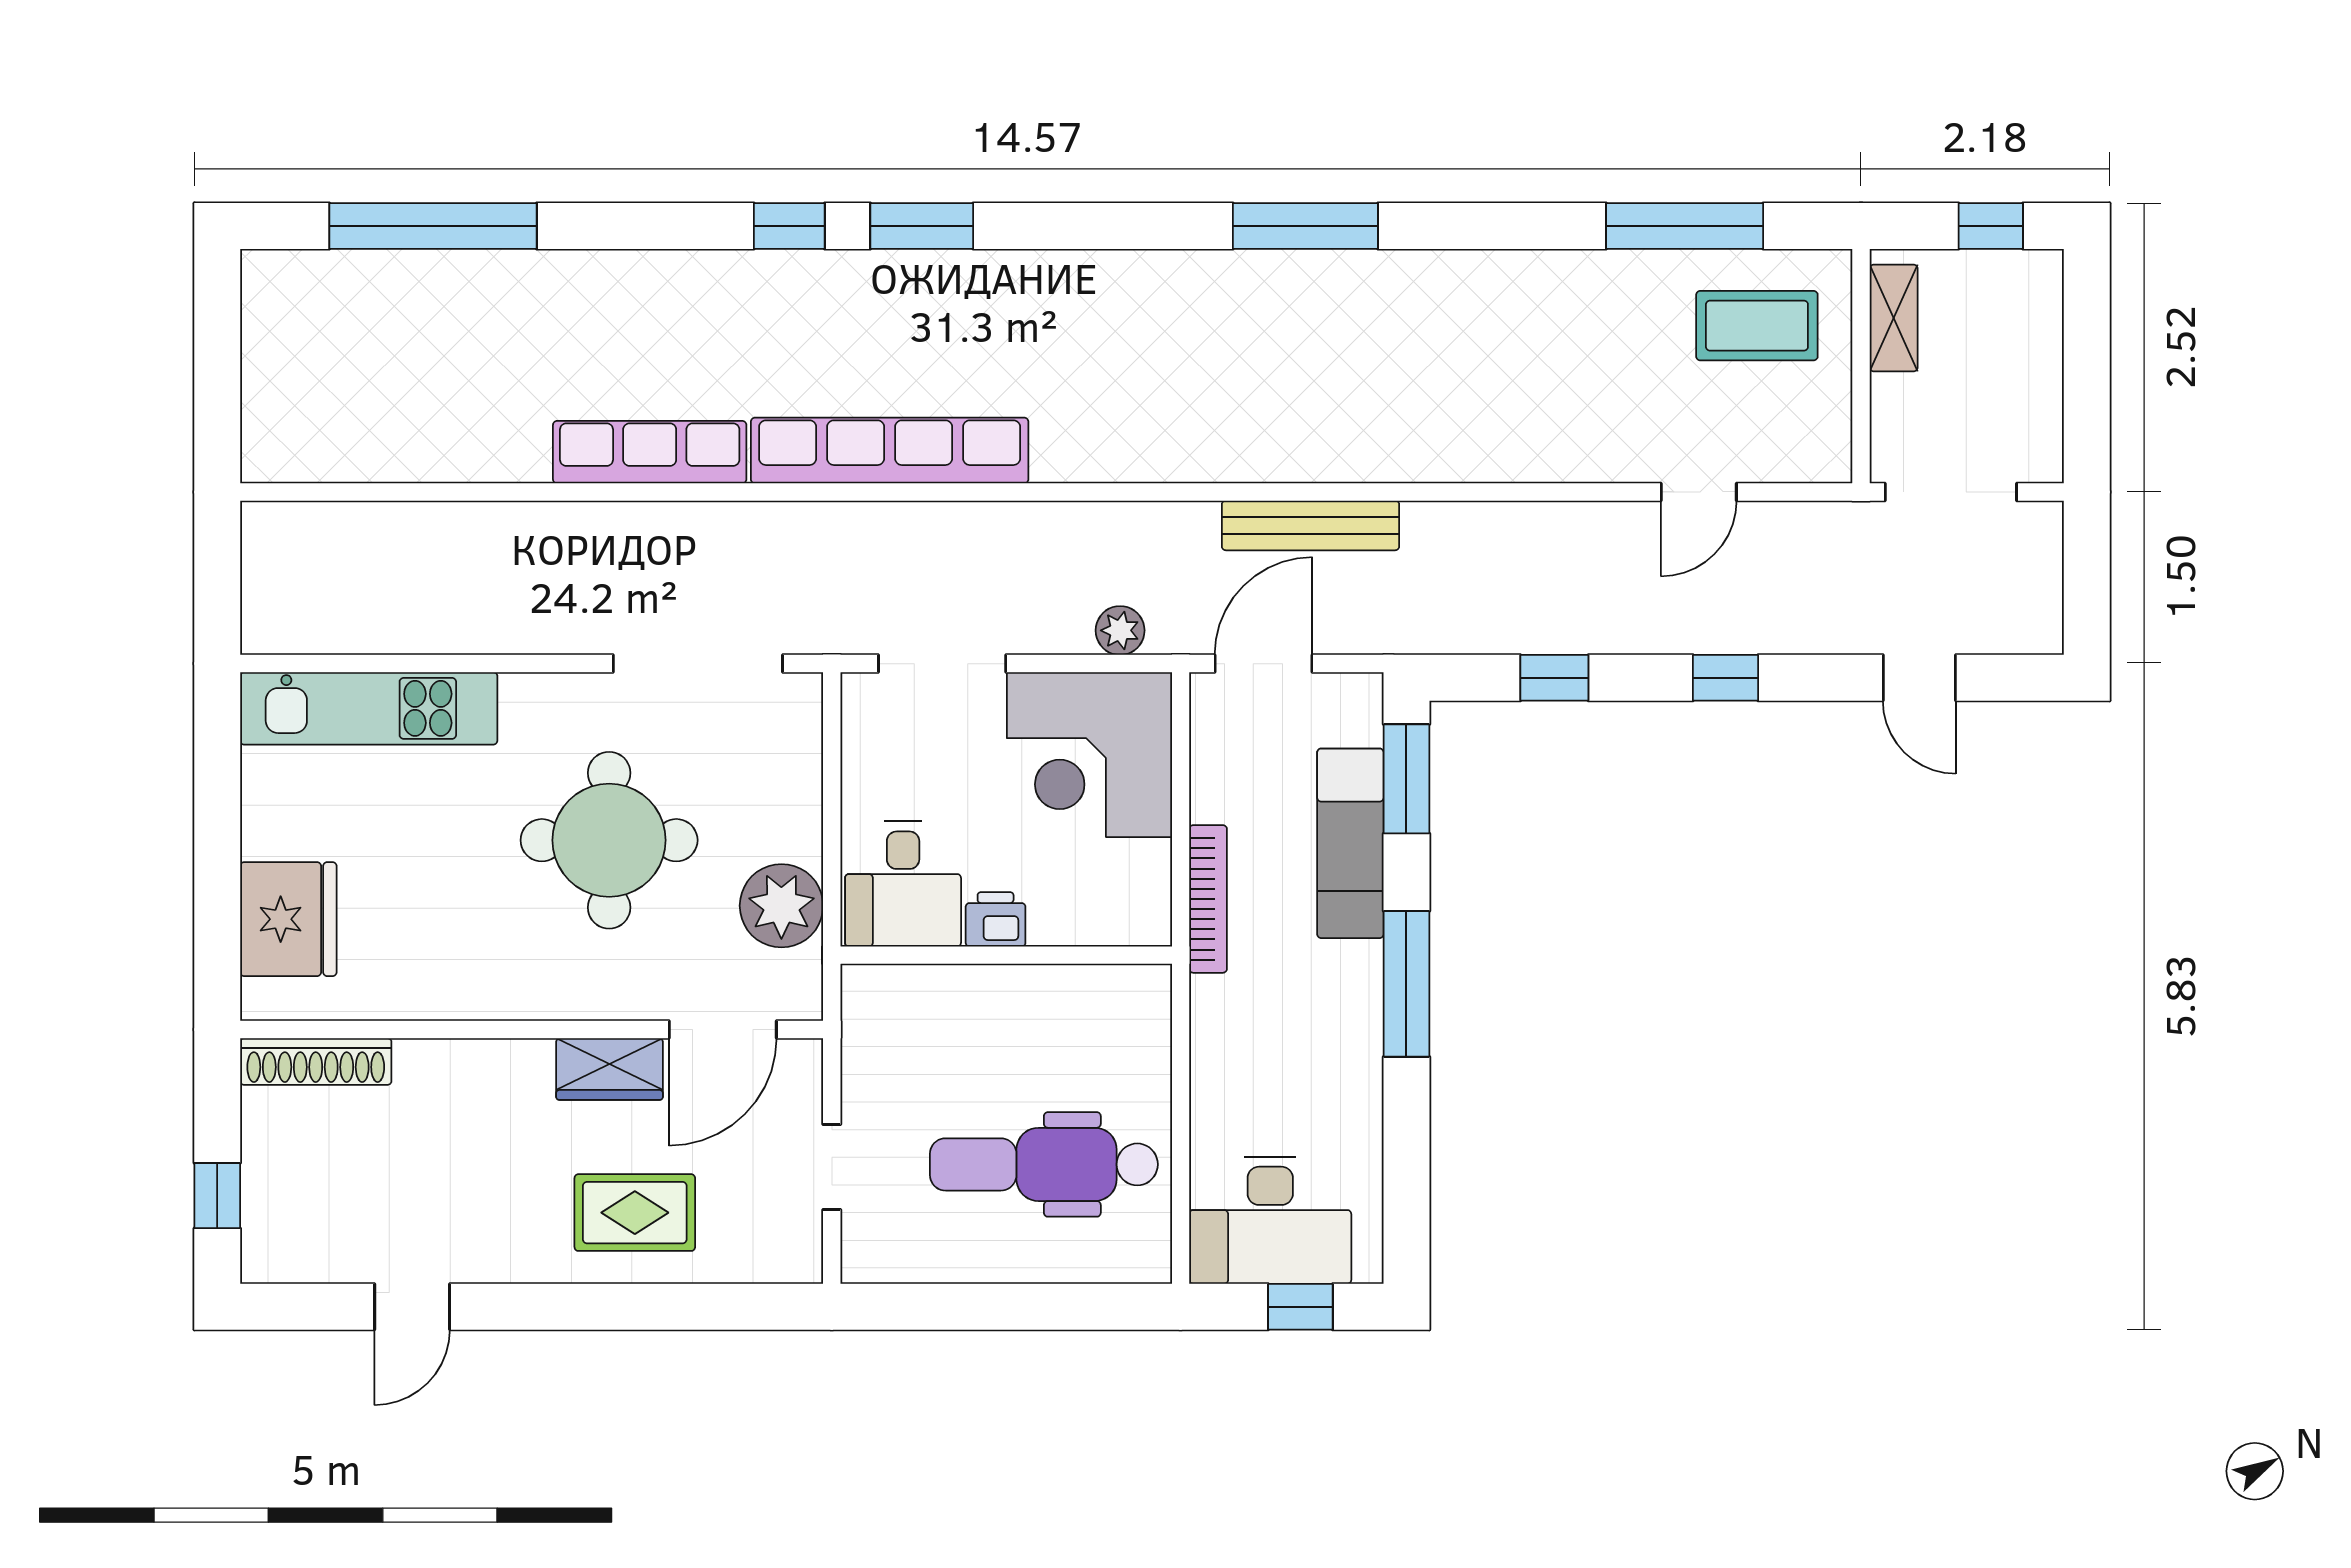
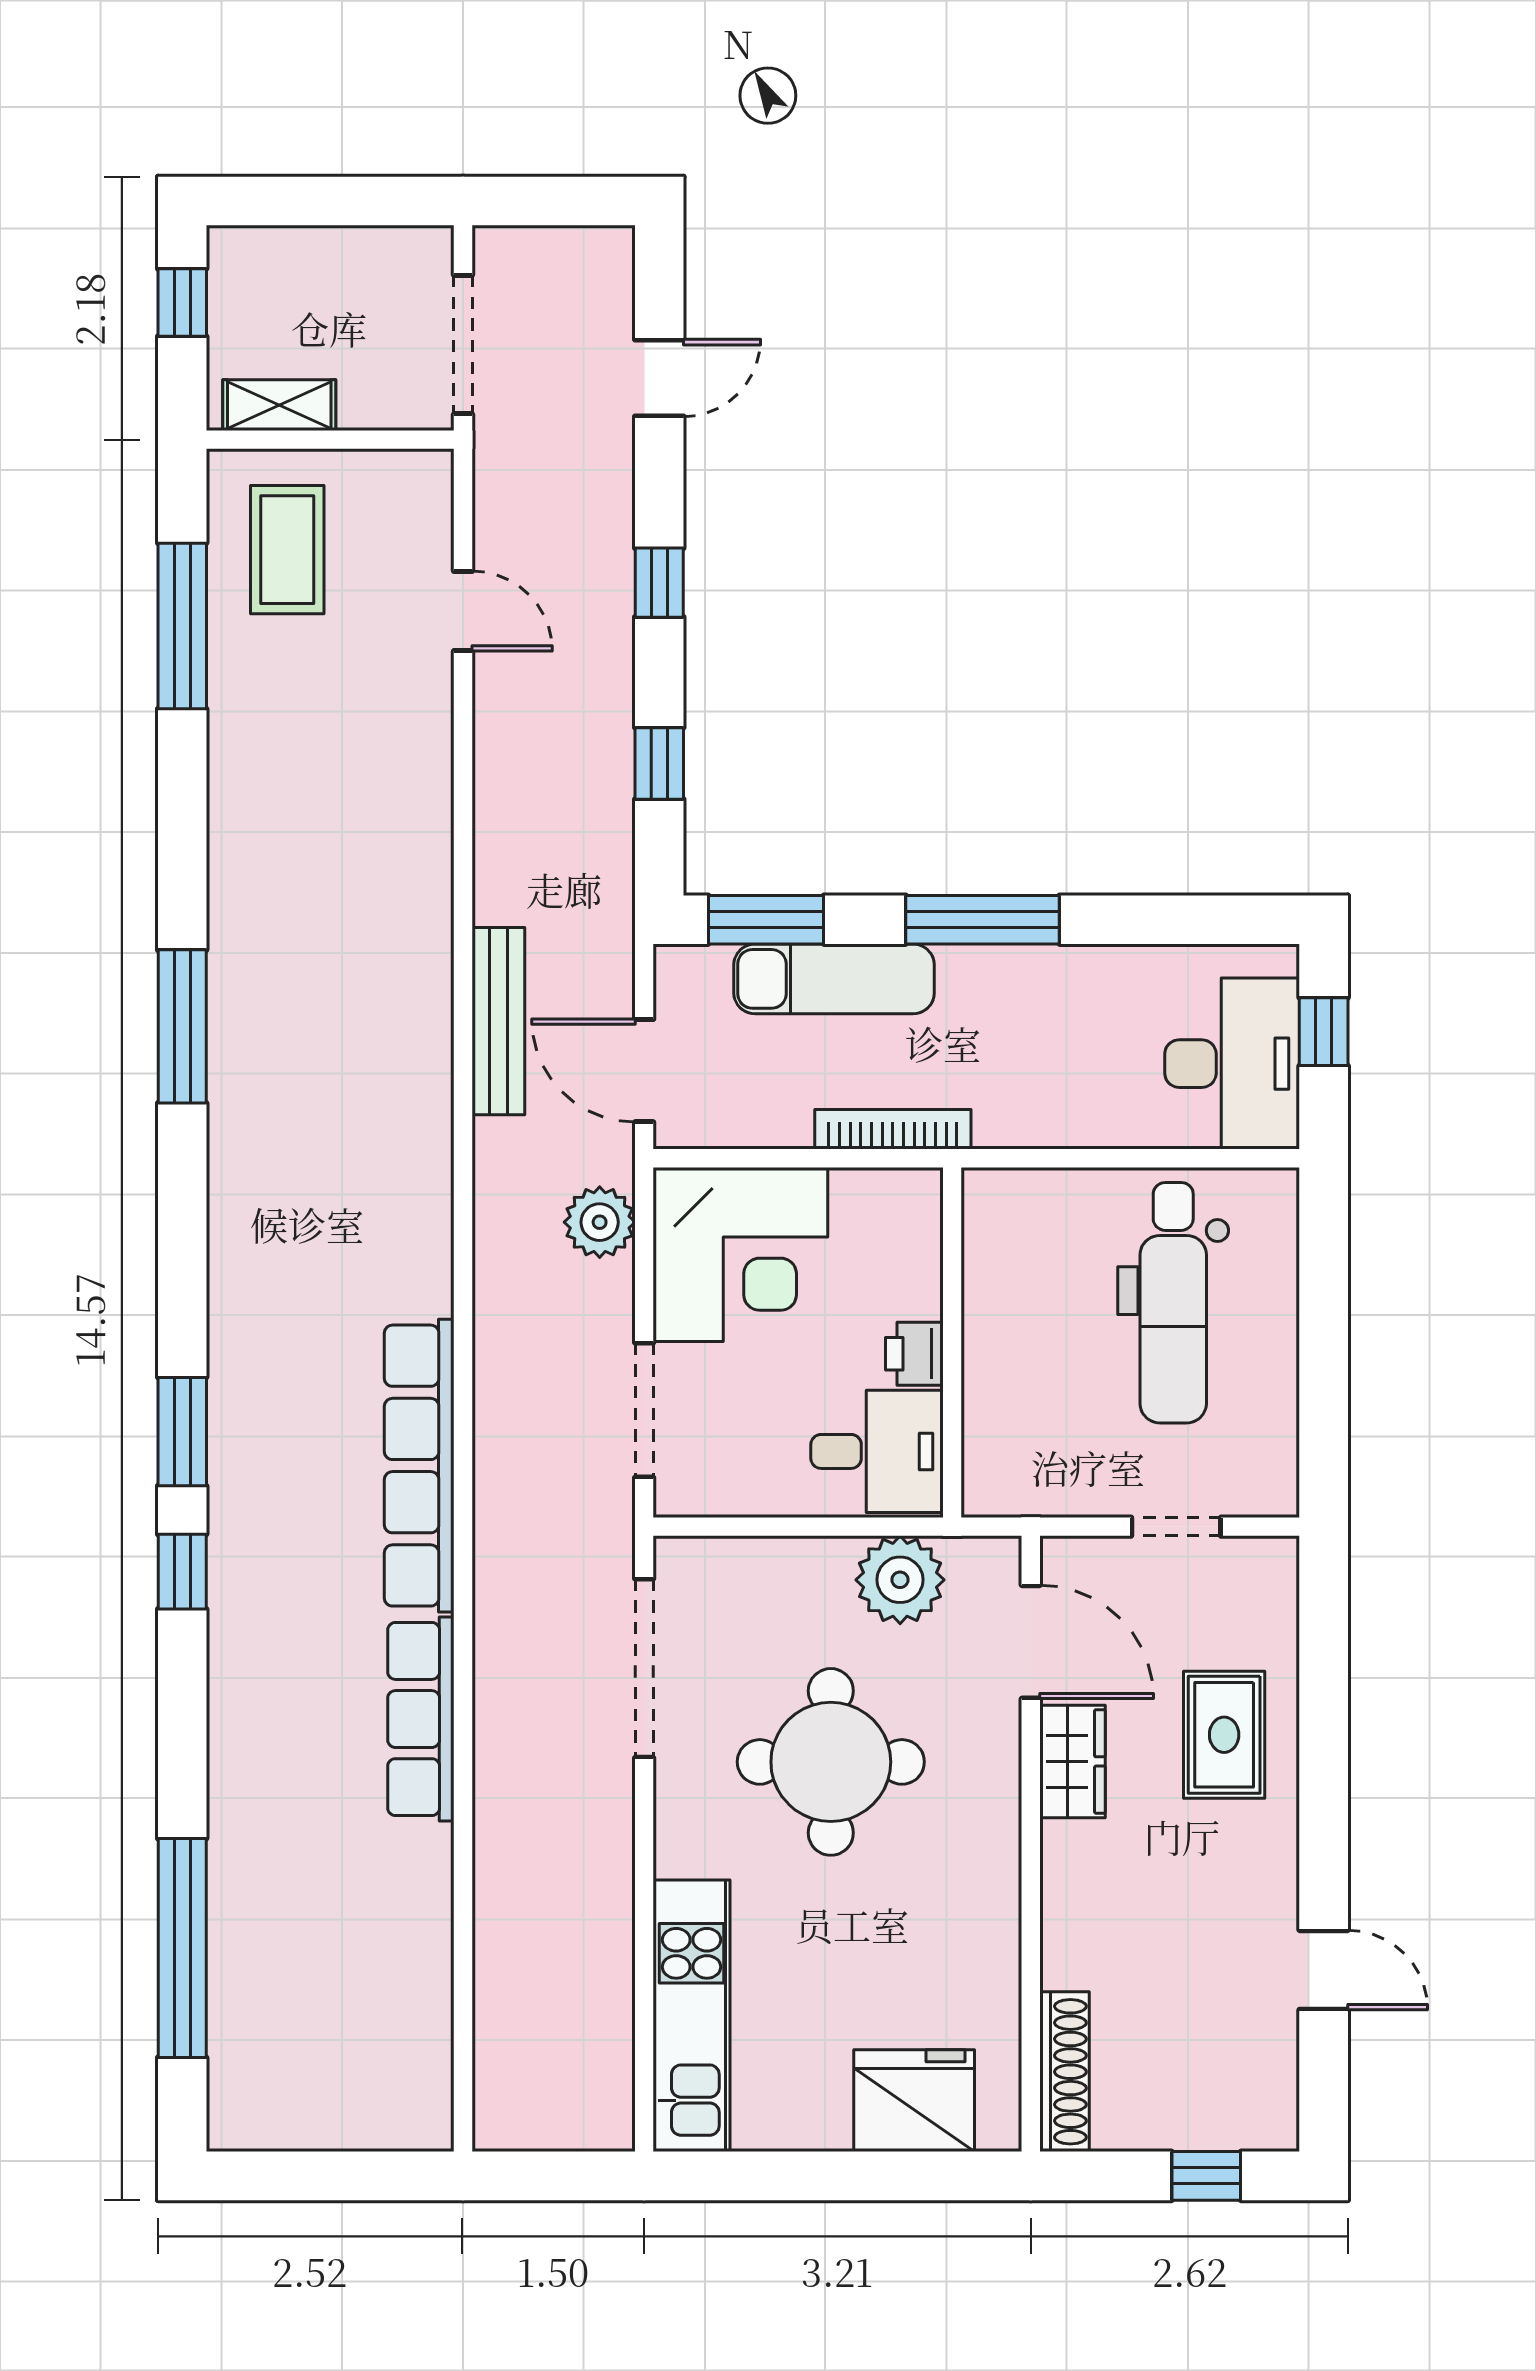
plant: (1120, 630) -> (600, 1222), width x1.38, depth x1.38

